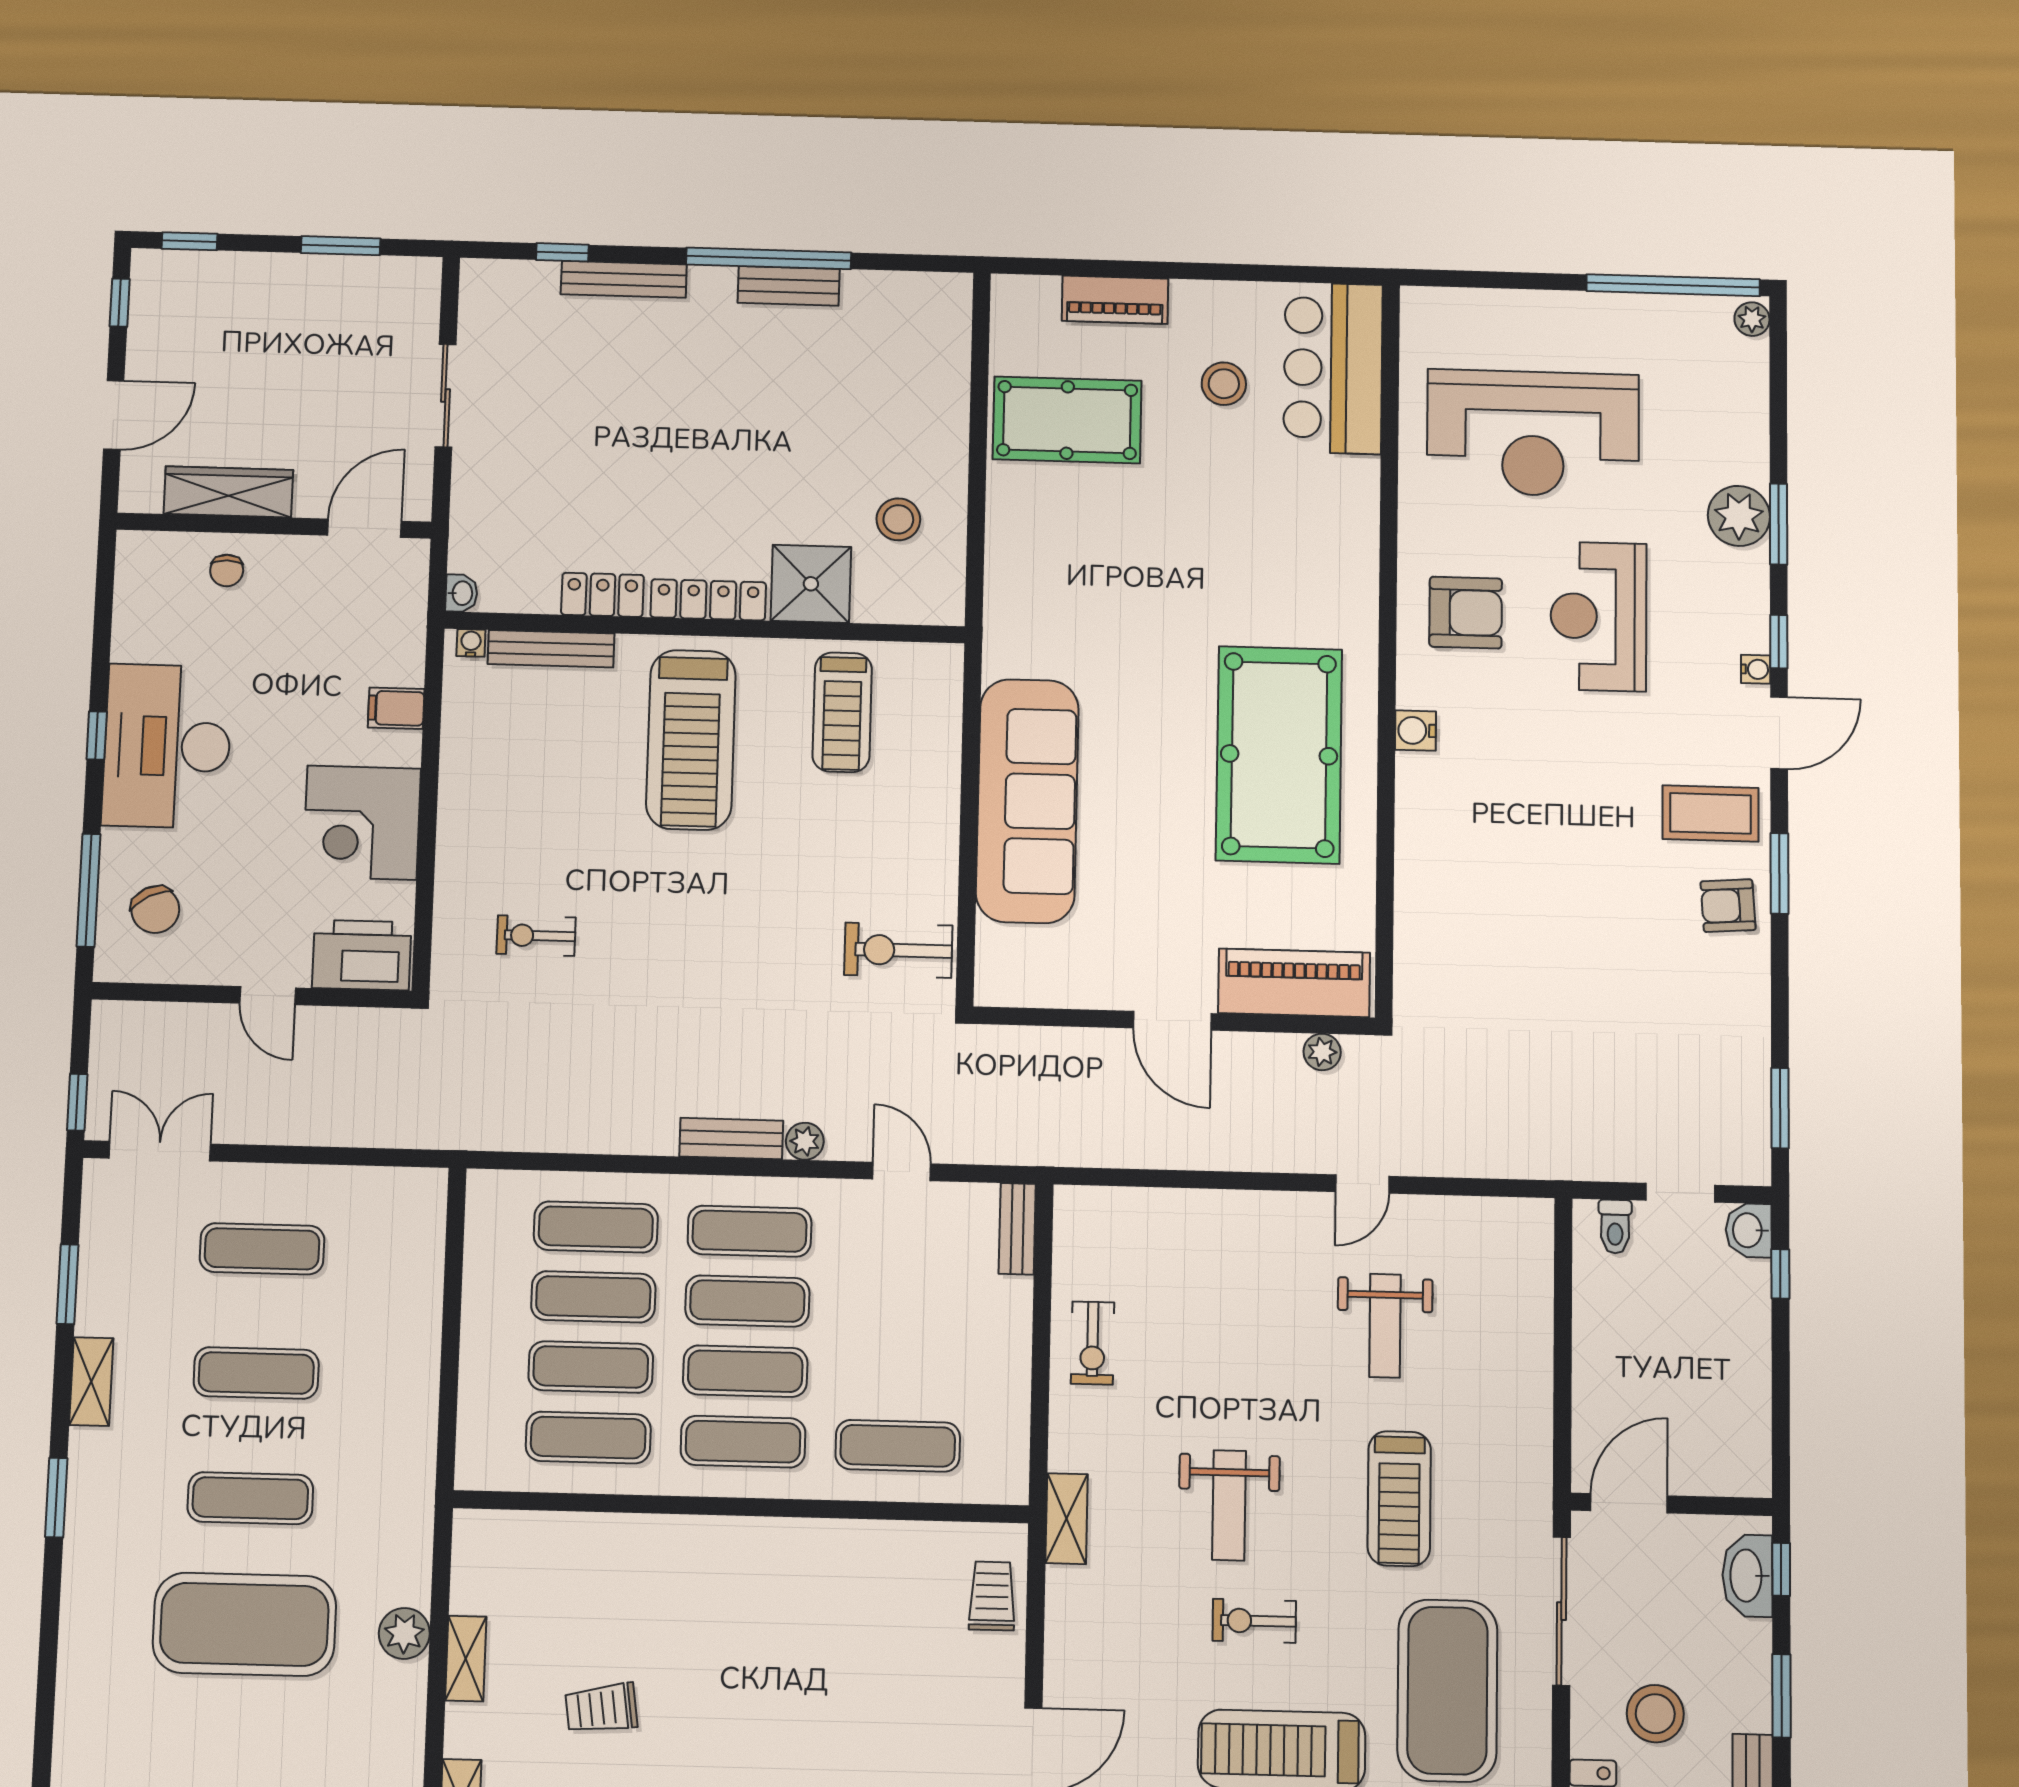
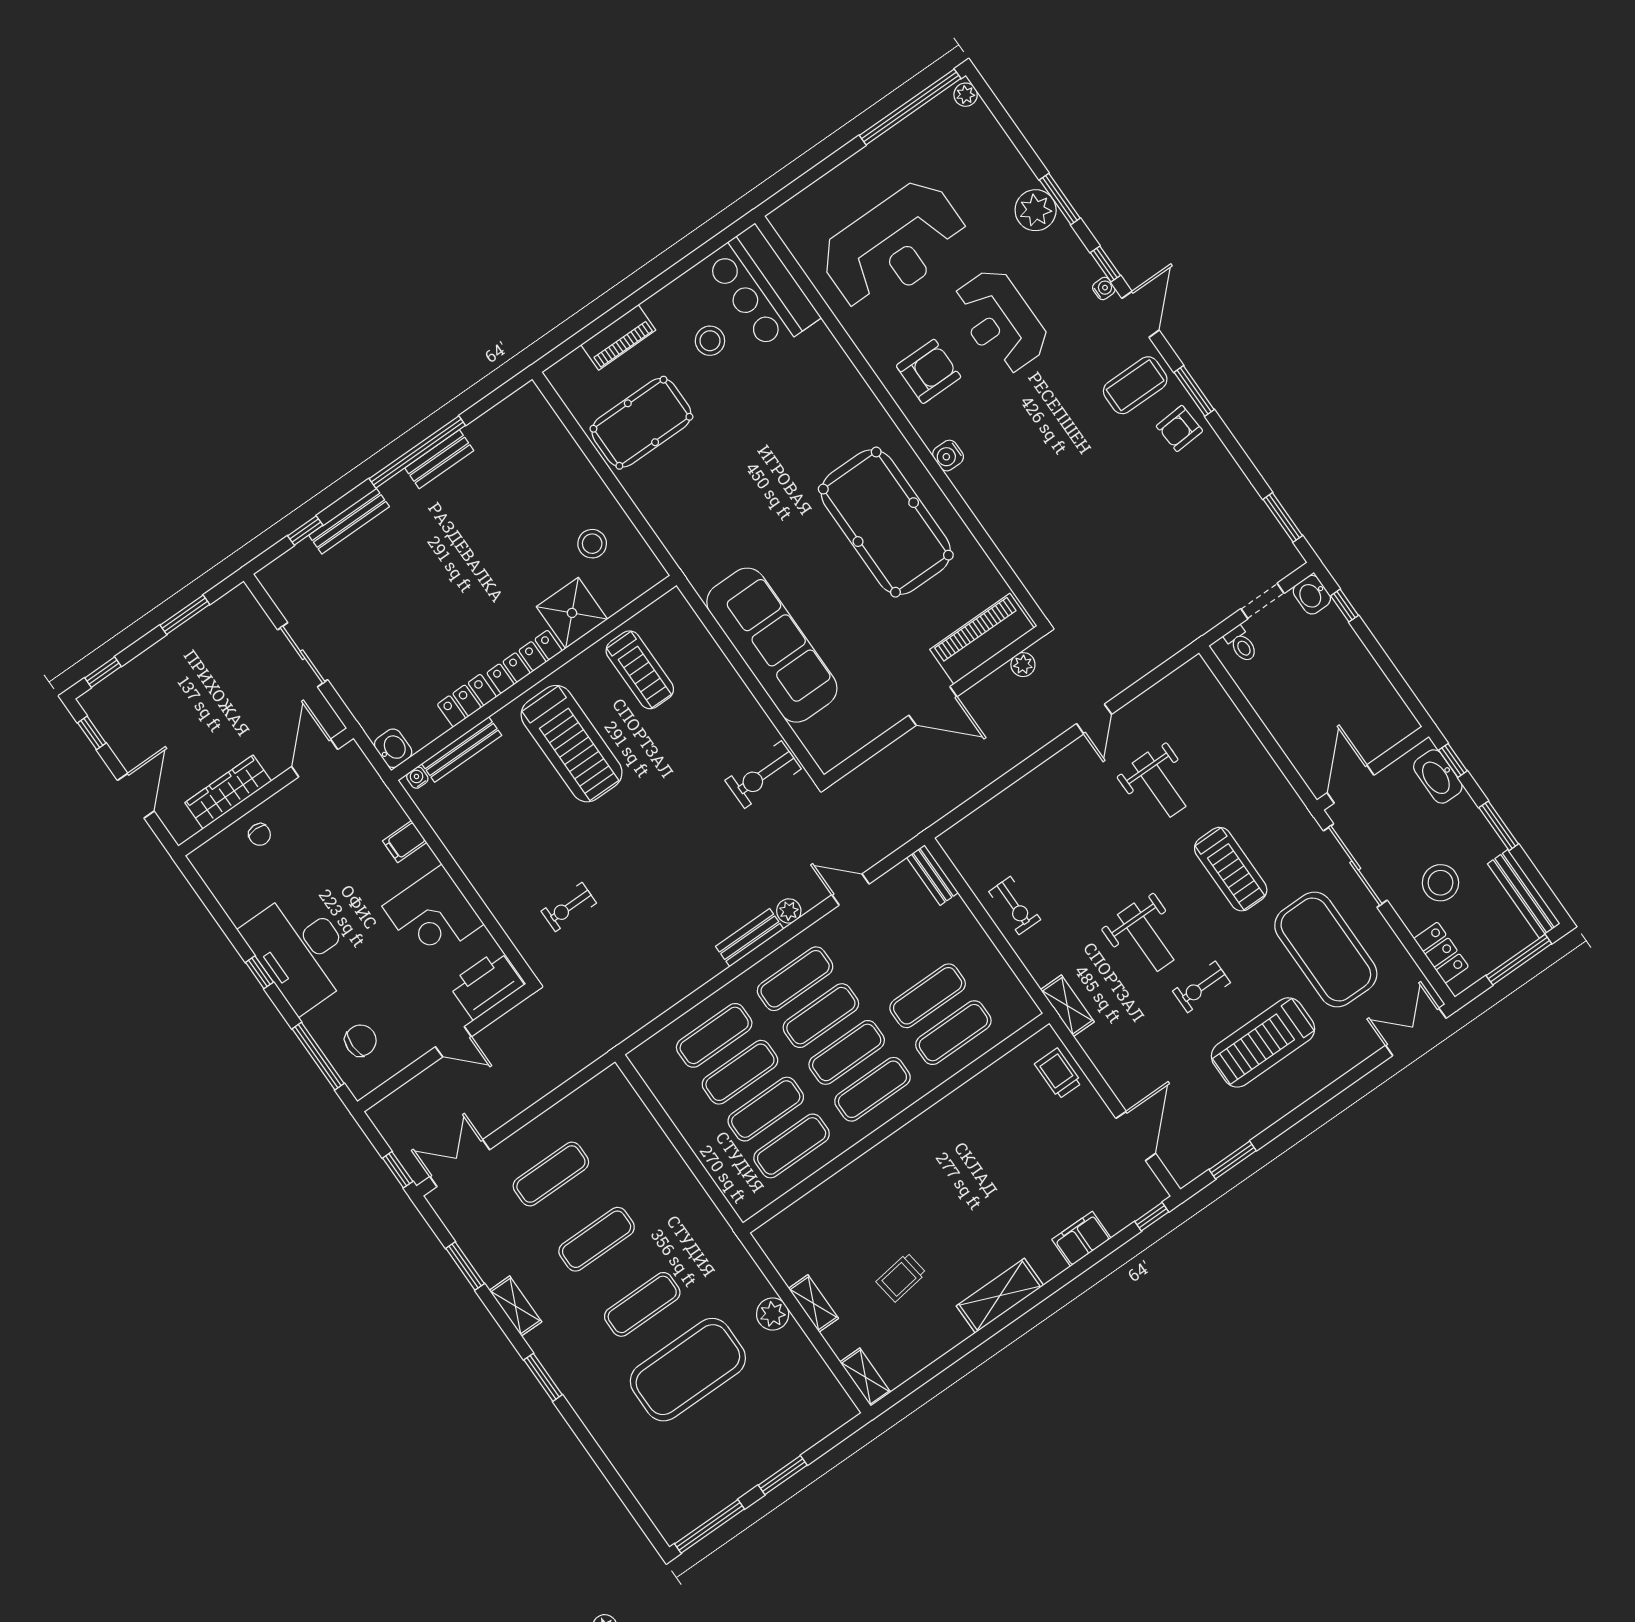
washbasin: (461, 593) -> (393, 748), width x1.38, depth x1.45
chair: (155, 910) -> (361, 1040), turned -63
exercise mat: (900, 1375) -> (928, 996), added

